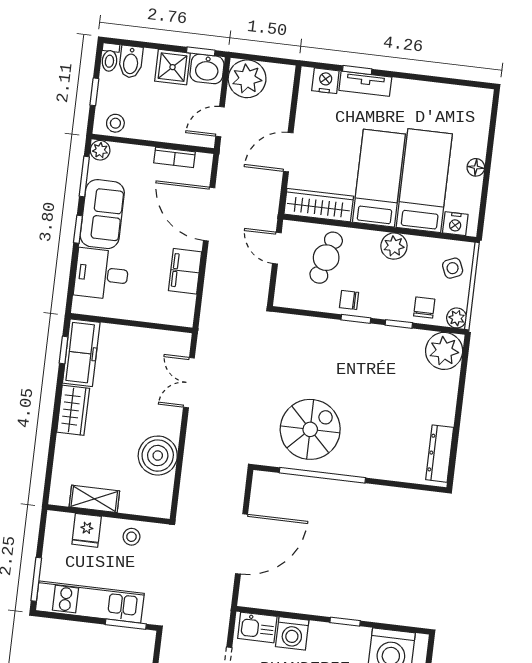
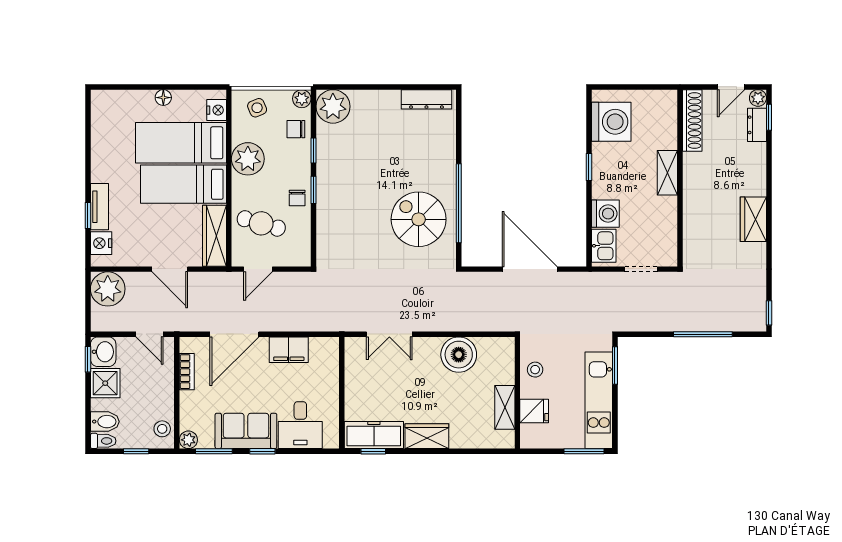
plant: (247, 79) -> (108, 289), moved
plant: (394, 246) -> (248, 159), width x1.36, depth x1.36

